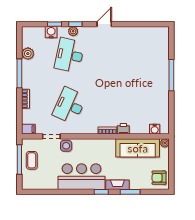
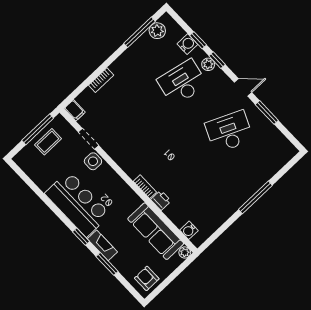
window: (130, 24) -> (267, 112), added
plant: (28, 54) -> (157, 31), moved
window: (19, 73) -> (140, 32), moved
desk: (69, 106) -> (229, 132), moved

